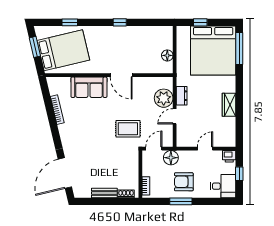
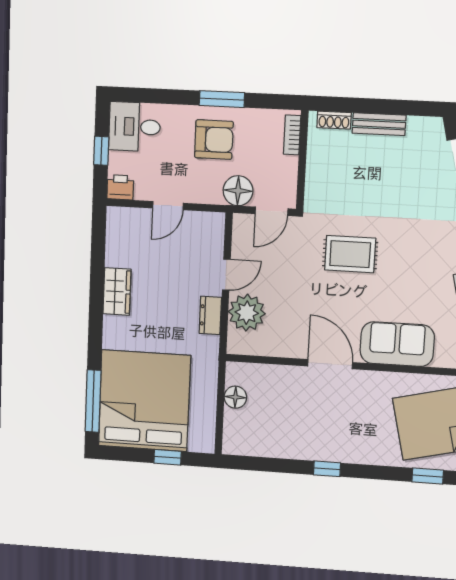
rug: (128, 129) -> (350, 254), moved

